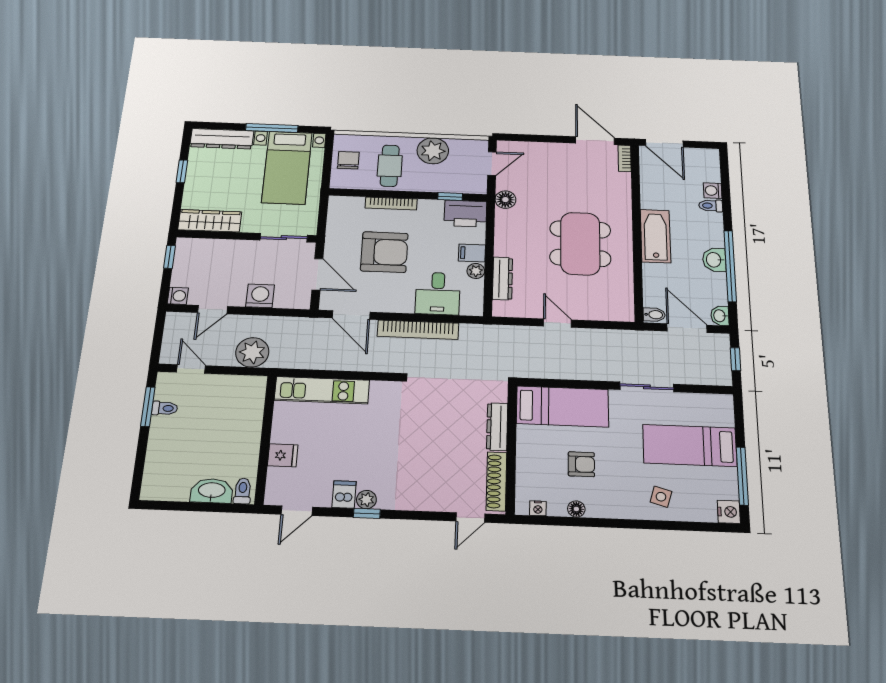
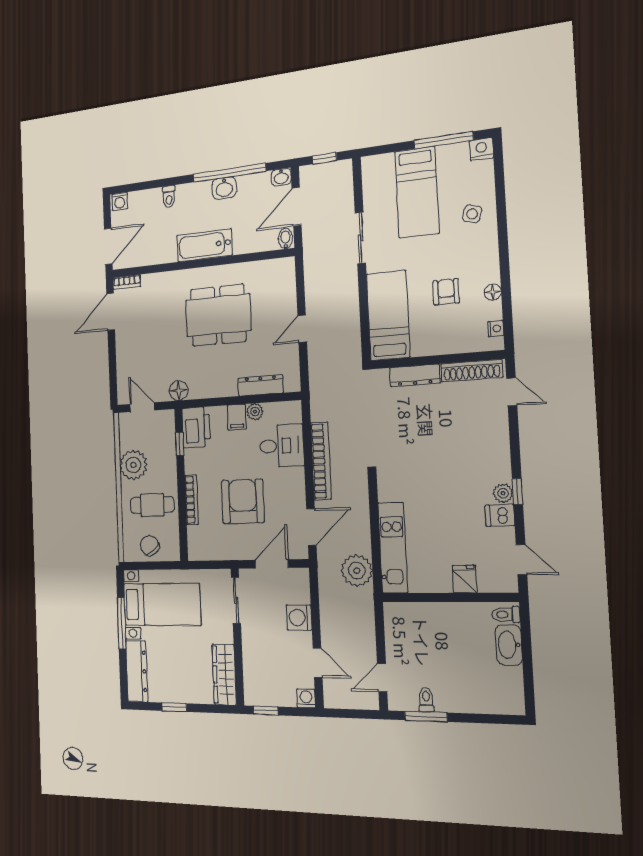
chair: (348, 160) -> (150, 546), turned 52
washing machine: (713, 191) -> (120, 201), moved
plant: (252, 352) -> (357, 571), moved

